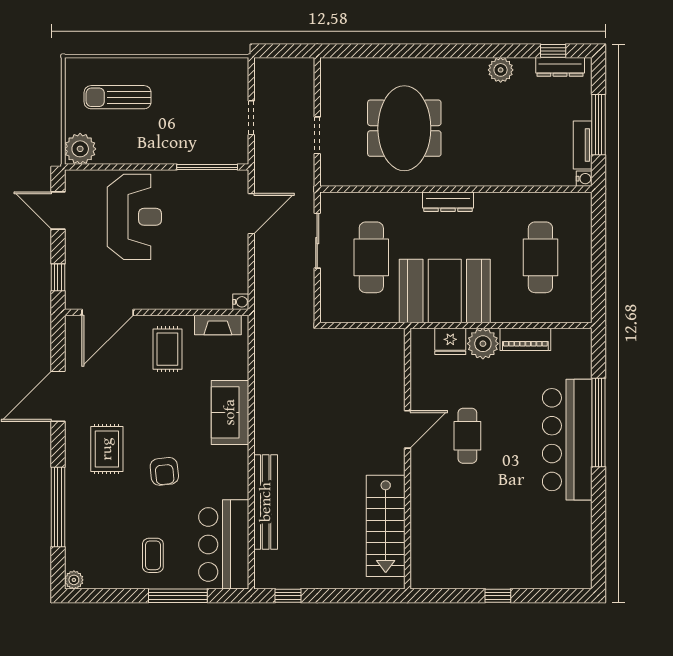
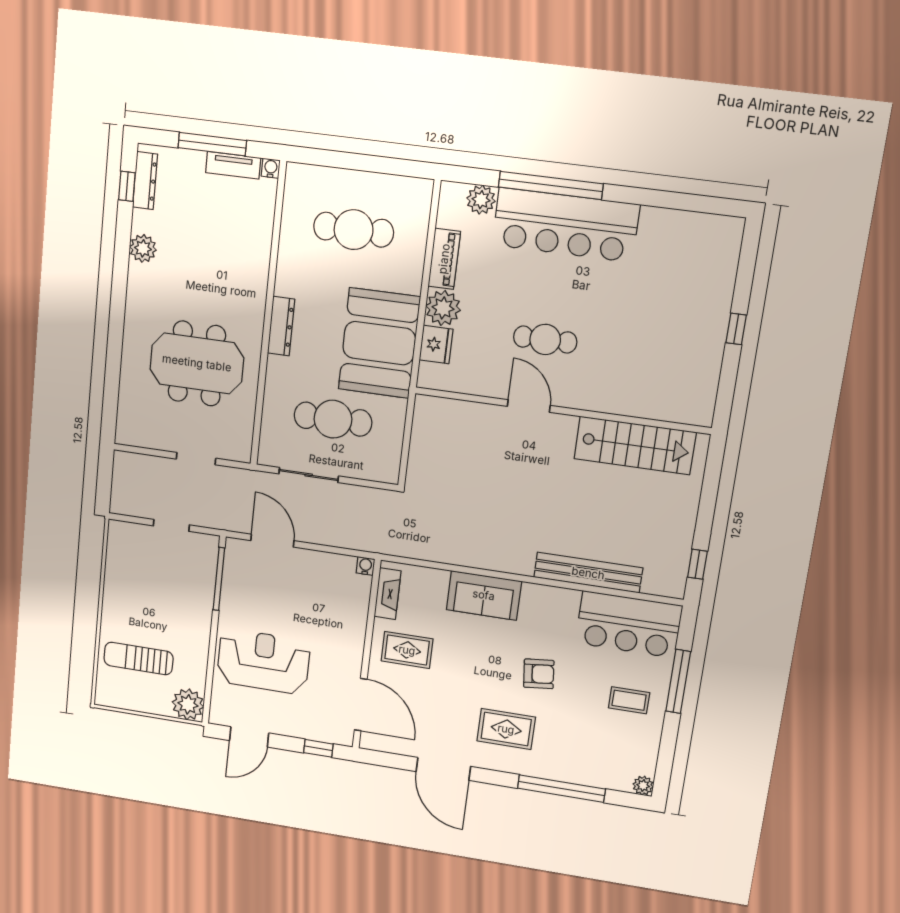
sun lounger: (118, 97) -> (138, 659), turned 90
plant: (579, 365) -> (481, 200), added

